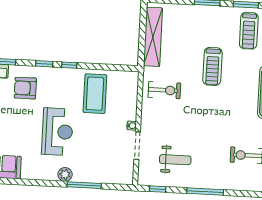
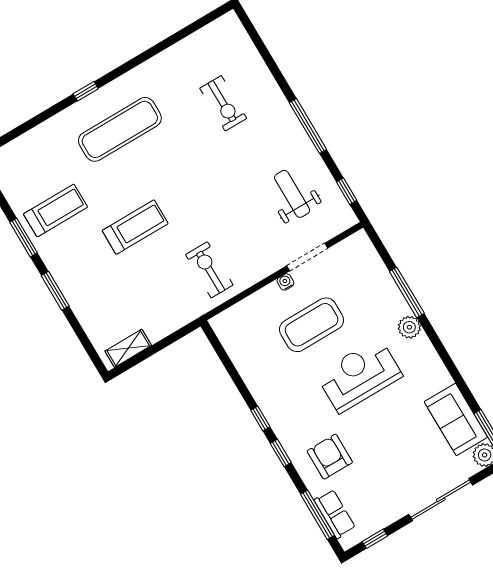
shelving: (153, 37) -> (128, 348), width x0.45, depth x0.75
armchair: (25, 88) -> (330, 457), turned 180
coffee table: (95, 94) -> (312, 325), moved

